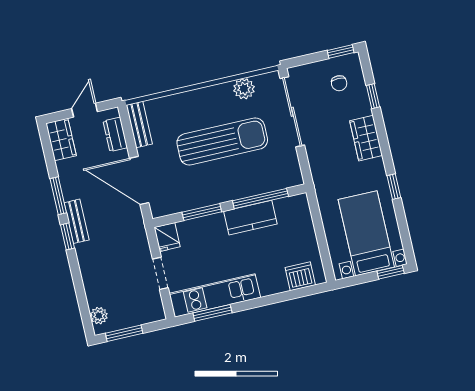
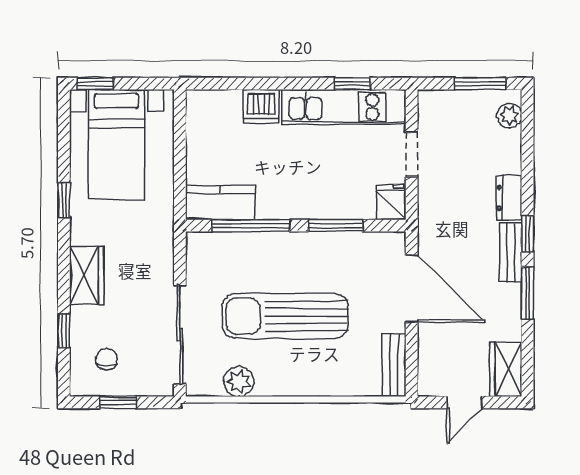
window: (341, 51) -> (118, 402), moved
dresser: (115, 134) -> (509, 198), moved, turned 180
kitchen counter: (250, 218) -> (220, 202), moved
dishwasher: (300, 276) -> (261, 106), moved
window: (212, 313) -> (353, 84), width x0.67

